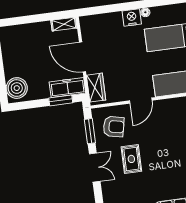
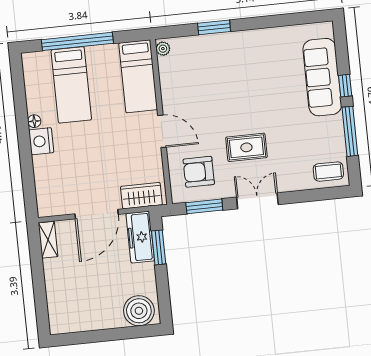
armchair: (114, 127) -> (199, 172), turned -102

